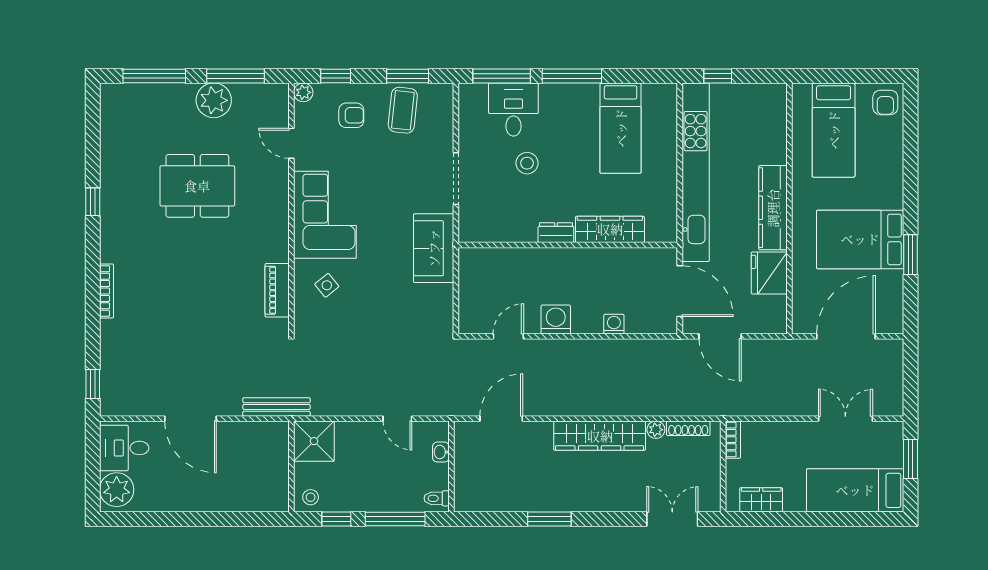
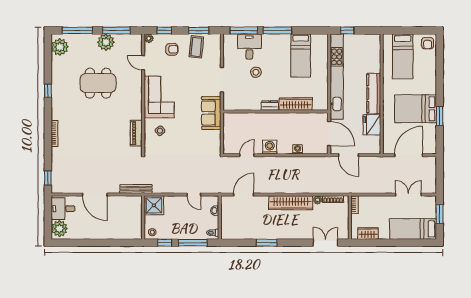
plant: (117, 110) -> (60, 47), added

